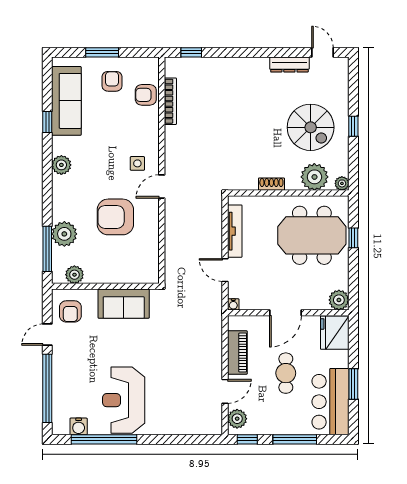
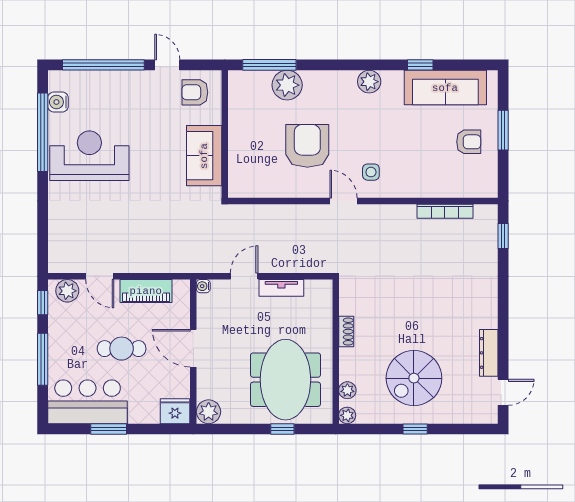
armchair: (146, 95) -> (453, 182), removed
plant: (314, 177) -> (347, 390), width x0.53, depth x0.53
tv unit: (235, 231) -> (281, 288), width x0.71
plant: (74, 275) -> (239, 97), removed
fridge: (335, 333) -> (175, 411), width x0.73, depth x0.75

